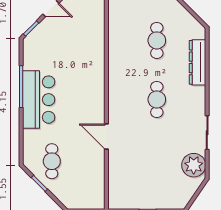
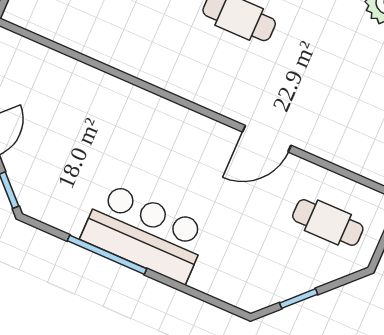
cafe table: (52, 161) -> (328, 223), moved

